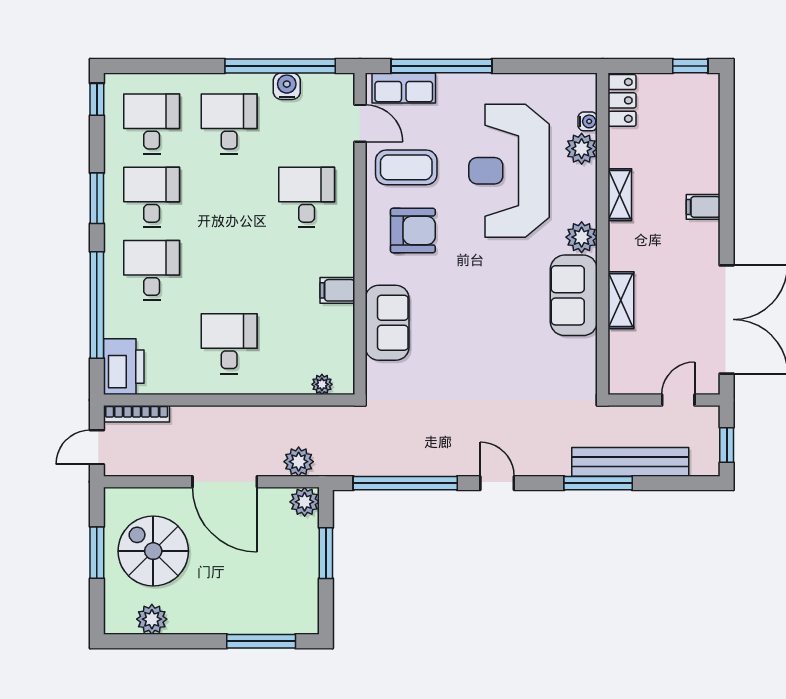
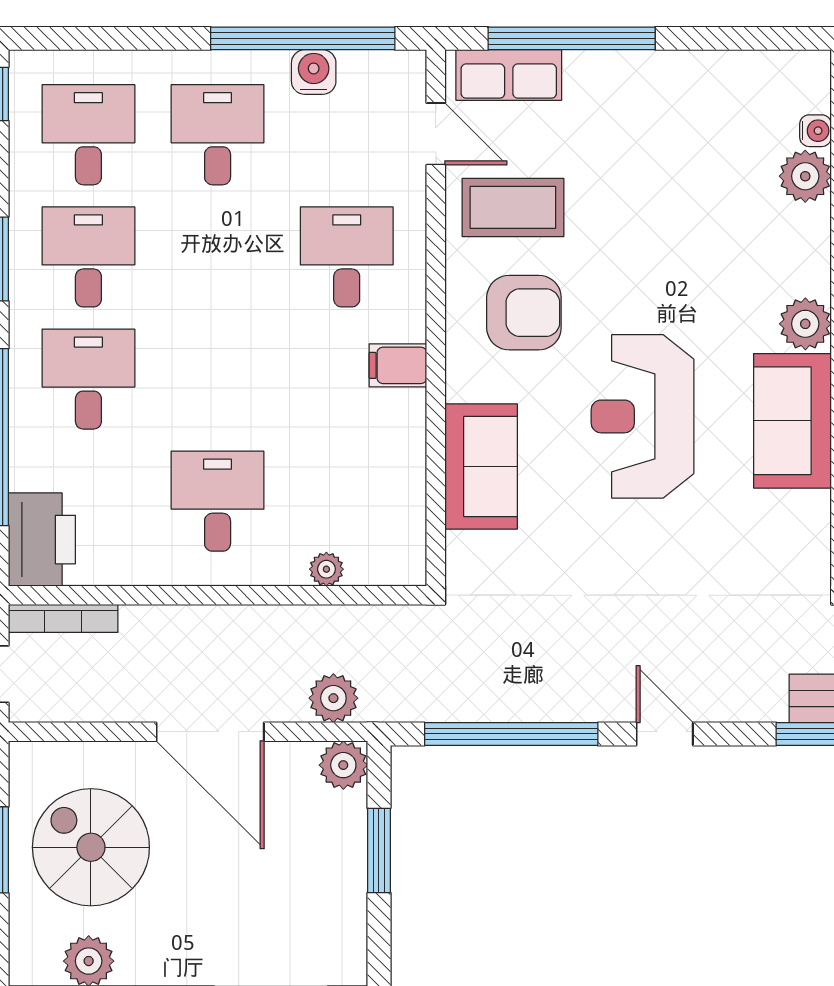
reception desk: (509, 171) -> (643, 416), moved, width x0.74, depth x0.77
filing cabinet: (337, 290) -> (398, 365), moved
plant: (322, 384) -> (326, 569), moved

